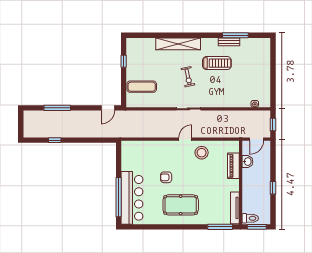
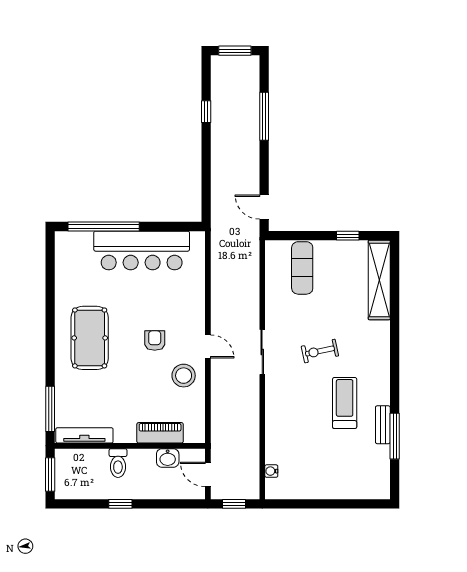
shelving: (178, 44) -> (379, 280), moved
treadmill: (217, 63) -> (345, 403), turned 180
window: (21, 124) -> (235, 51), added
armchair: (166, 177) -> (155, 341), moved
bar counter: (132, 198) -> (142, 250), moved
toilet: (250, 218) -> (118, 463), moved

